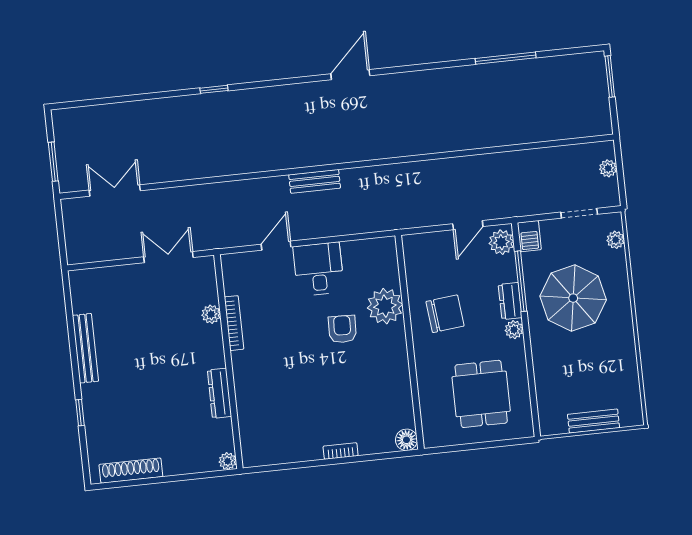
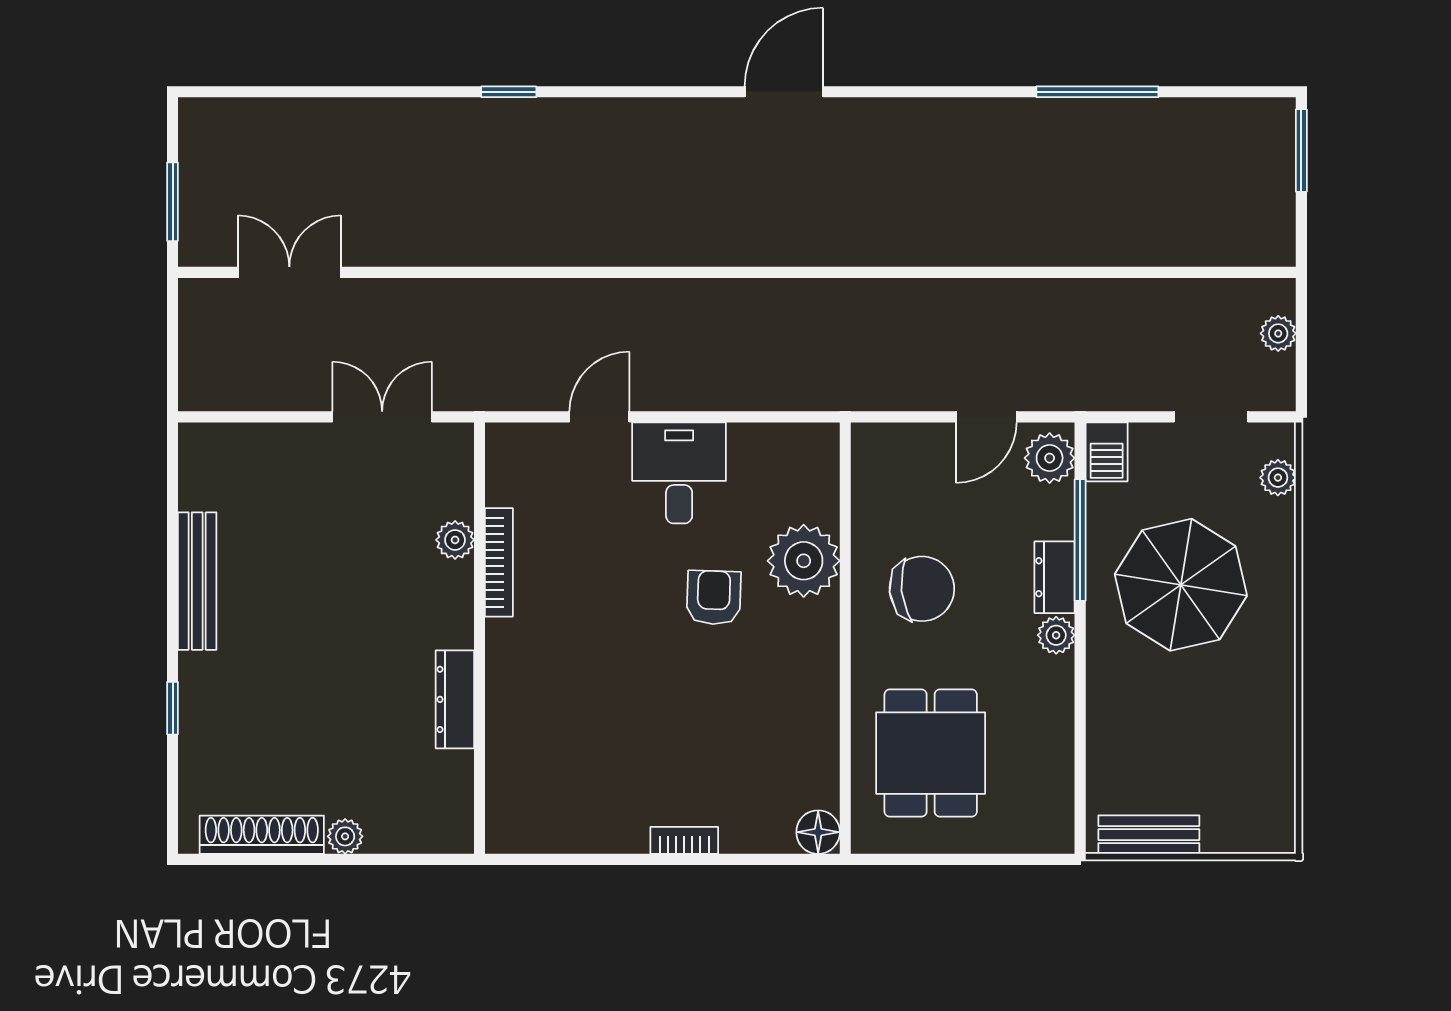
bench: (315, 181) -> (690, 297), removed
dining table: (481, 394) -> (931, 753), moved
bench: (594, 421) -> (1149, 835), moved
plant: (228, 461) -> (345, 836), moved

